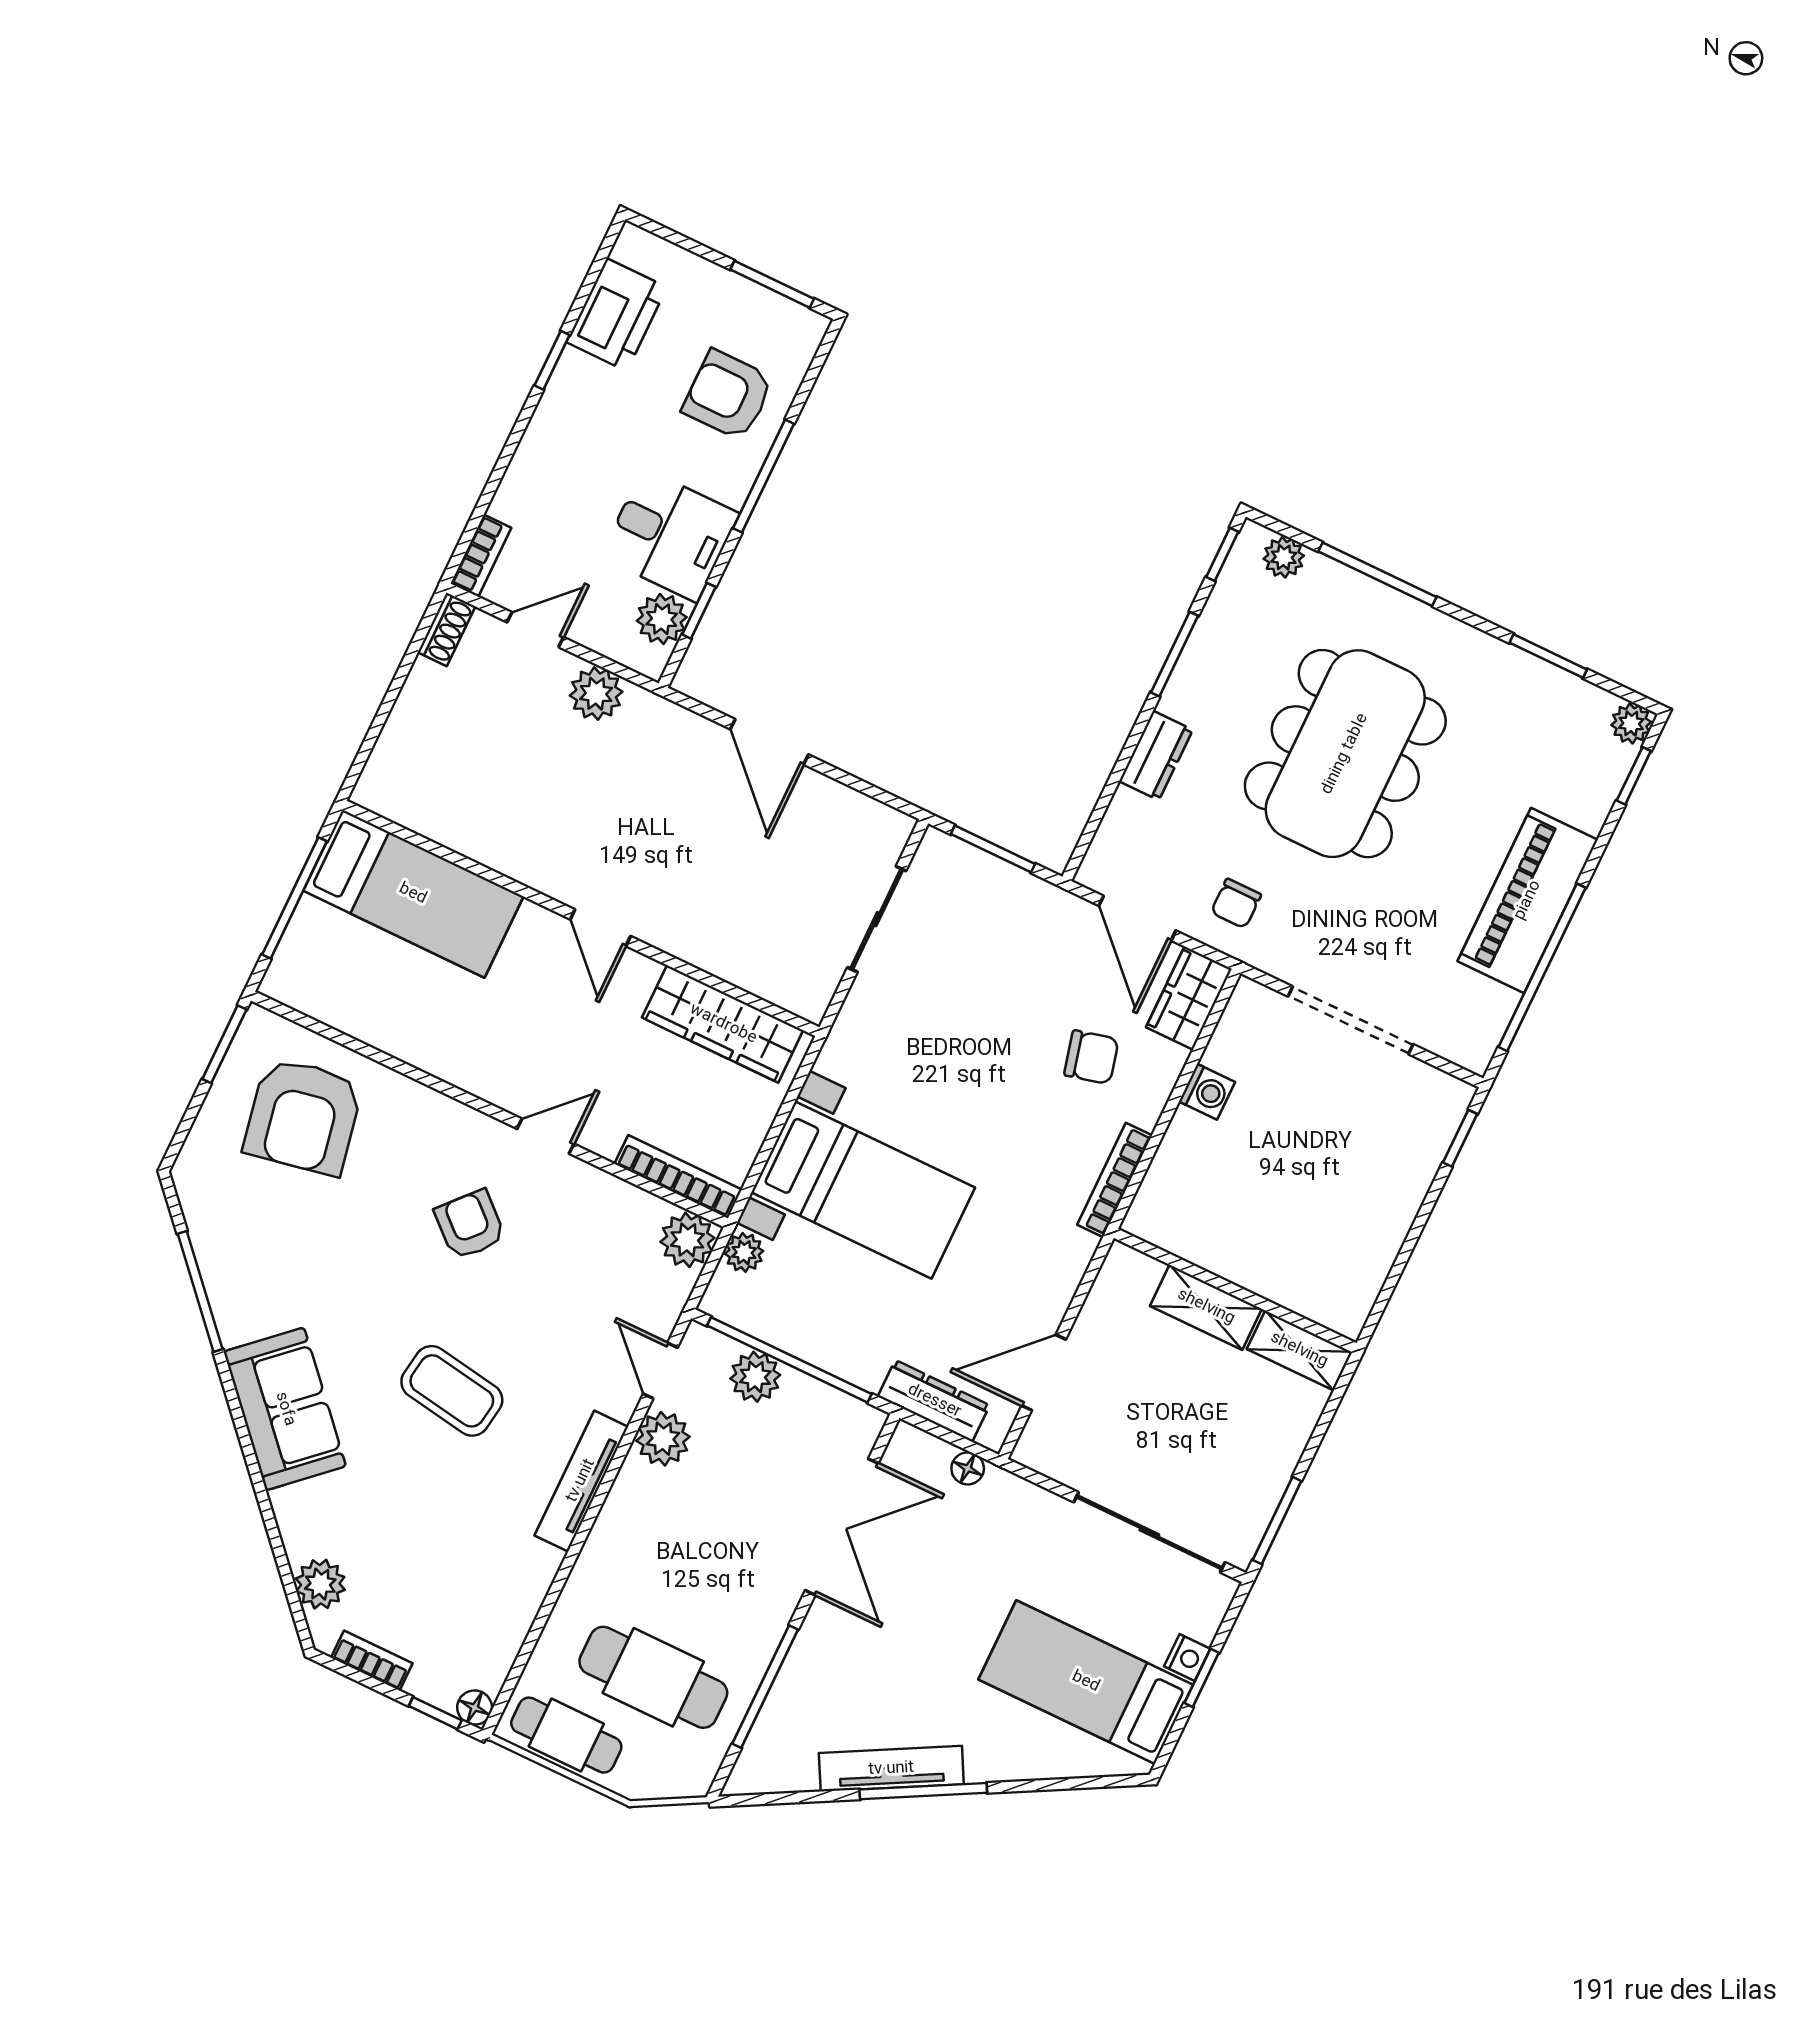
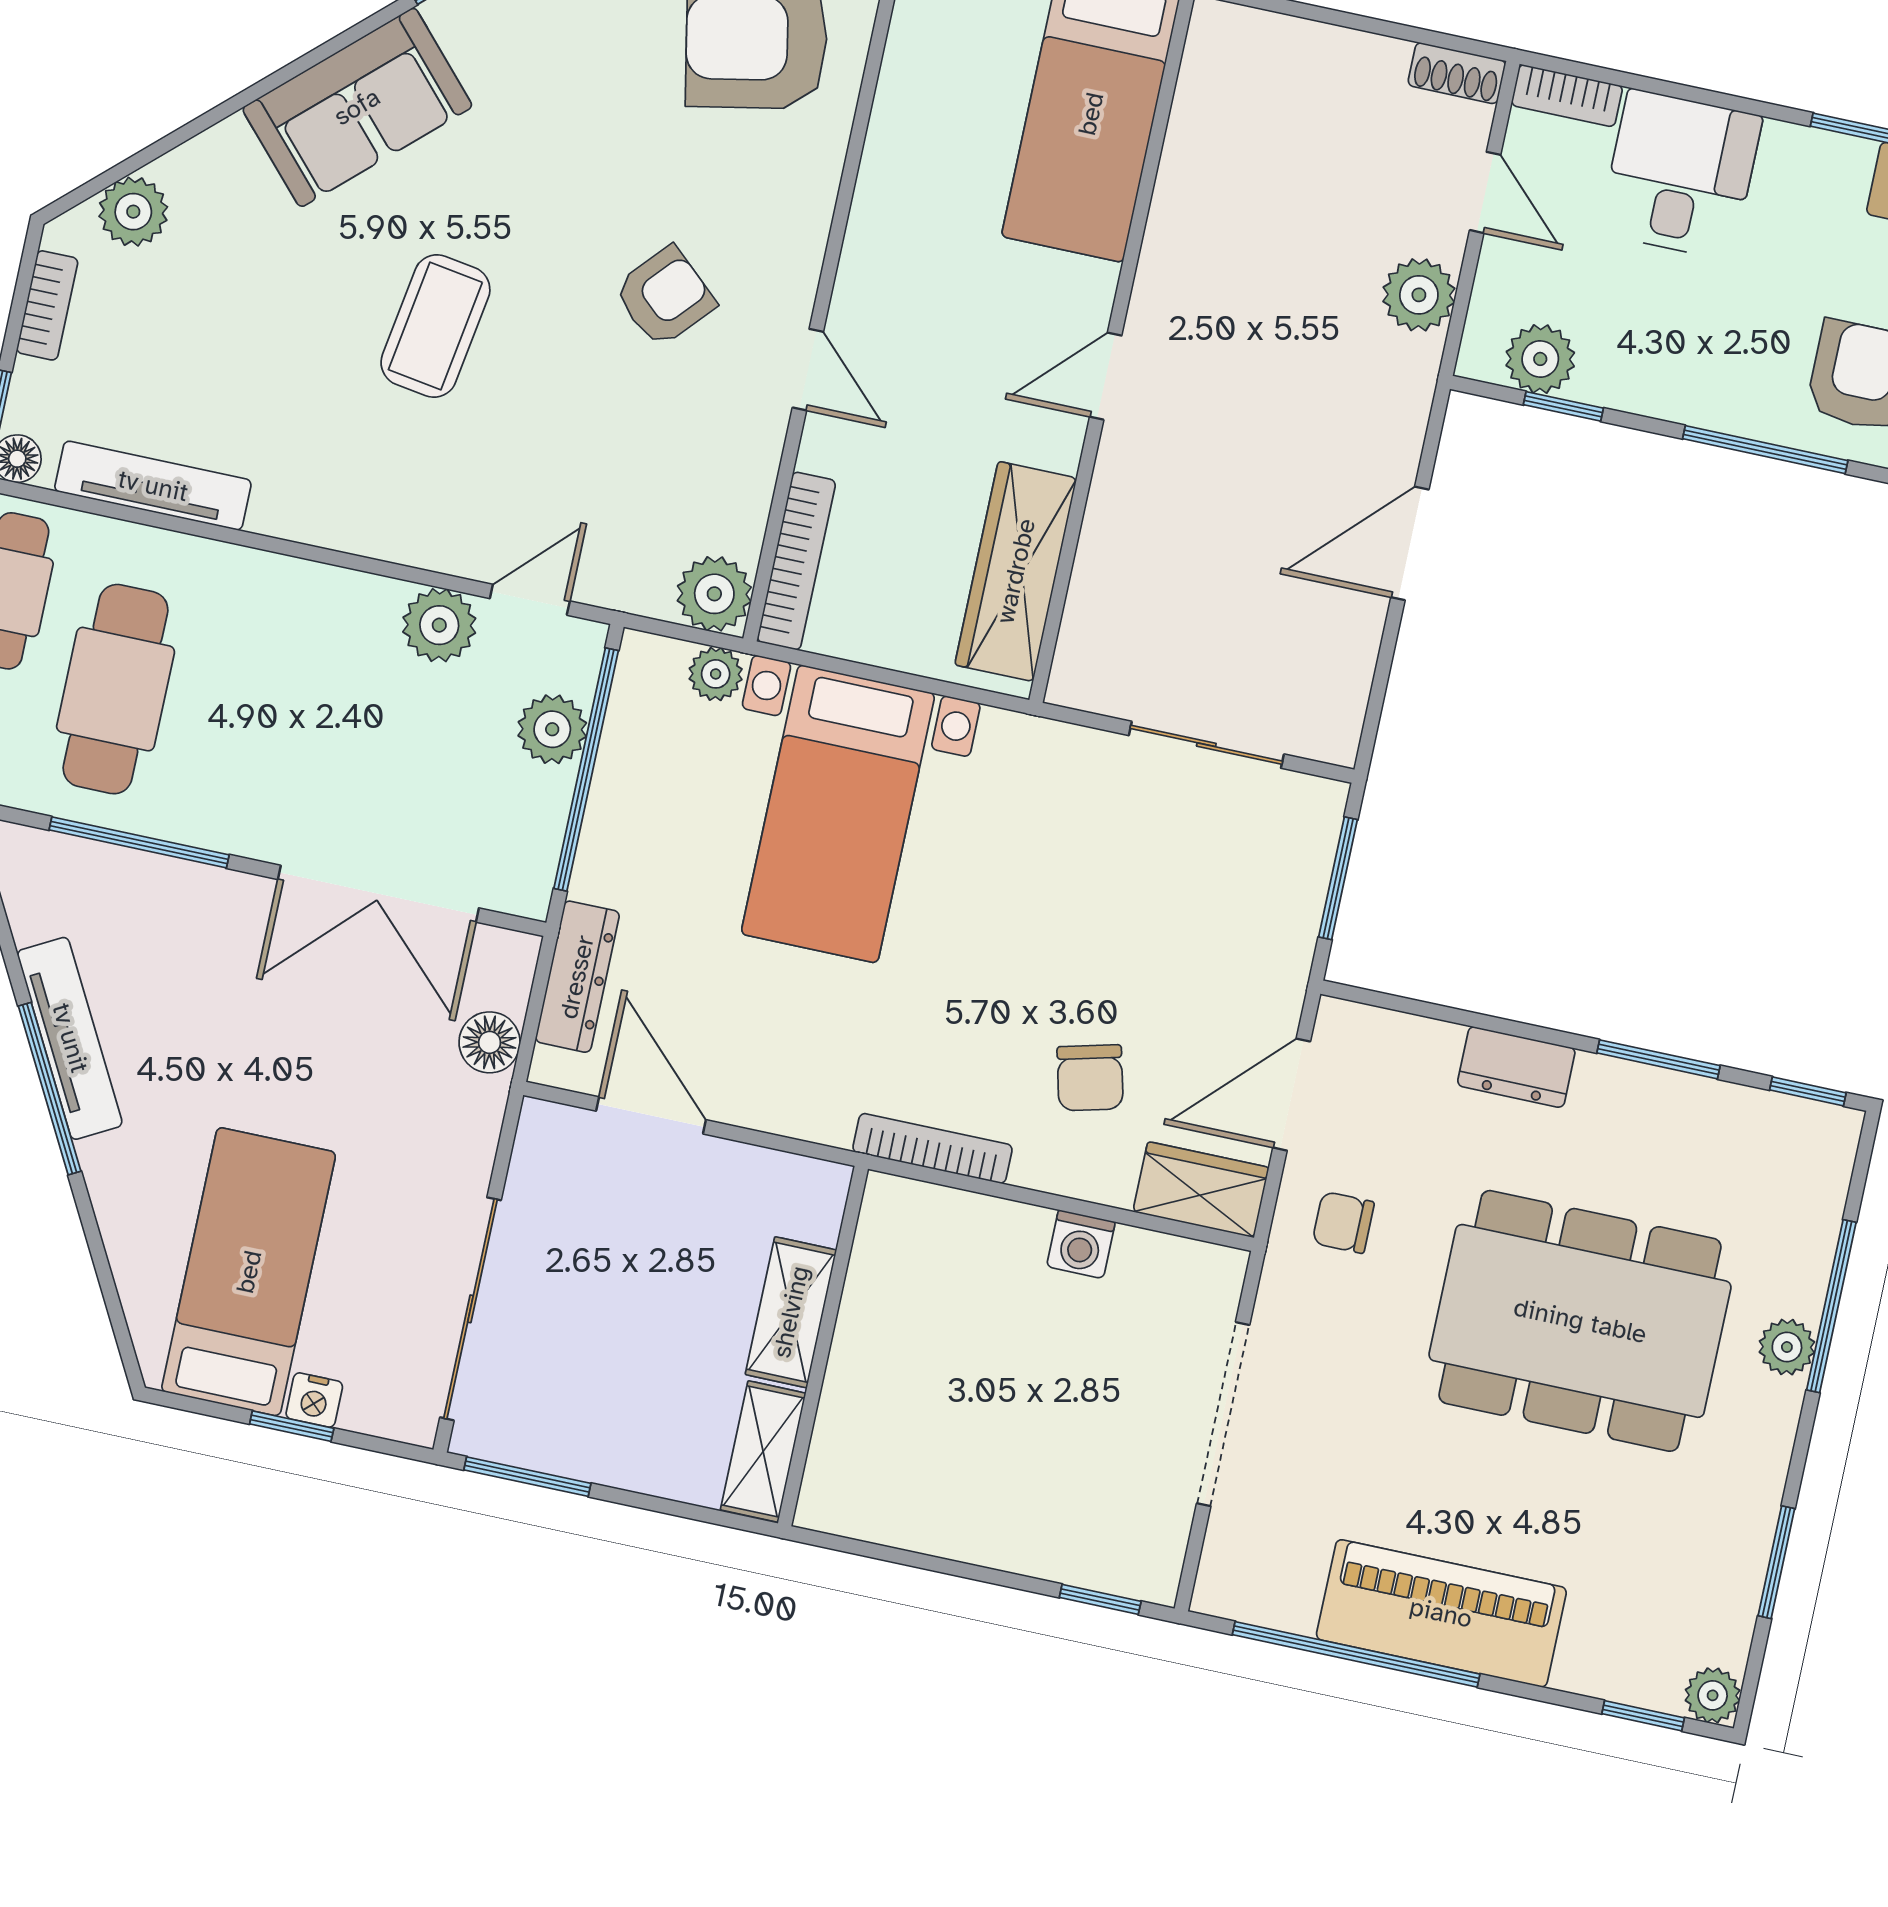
desk: (670, 535) -> (1681, 175), moved, turned 180
plant: (1284, 557) -> (1787, 1347), moved
floor lamp: (968, 1468) -> (490, 1042), width x1.37, depth x1.37
tv unit: (581, 1481) -> (153, 486), moved

